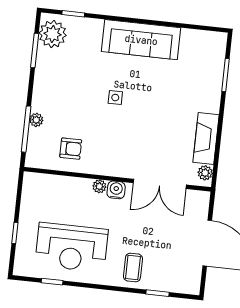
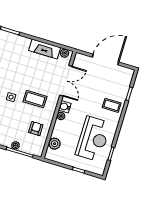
coffee table: (120, 138) -> (35, 99), added
plant: (51, 184) -> (55, 144), added

